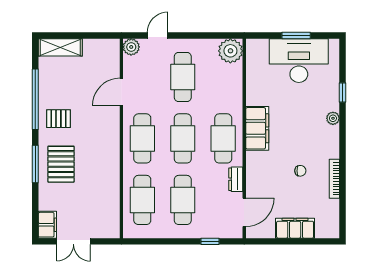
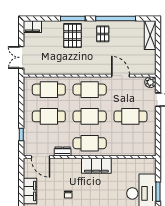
plant: (230, 51) -> (148, 148), removed
pallet: (61, 164) -> (73, 36), turned 90
double door: (73, 241) -> (21, 57), moved

